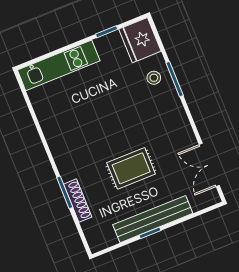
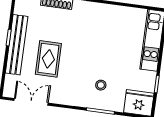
stool: (154, 78) -> (101, 85), moved
rug: (131, 168) -> (48, 59), moved

